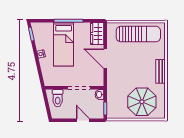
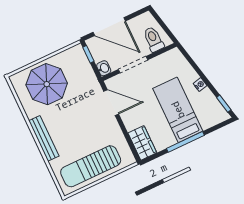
door: (105, 59) -> (111, 103), moved
bench: (161, 71) -> (44, 138), width x1.36
door: (83, 120) -> (109, 27), width x1.88

